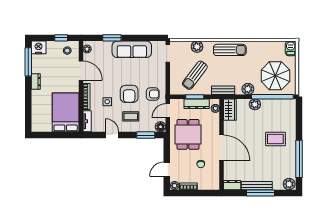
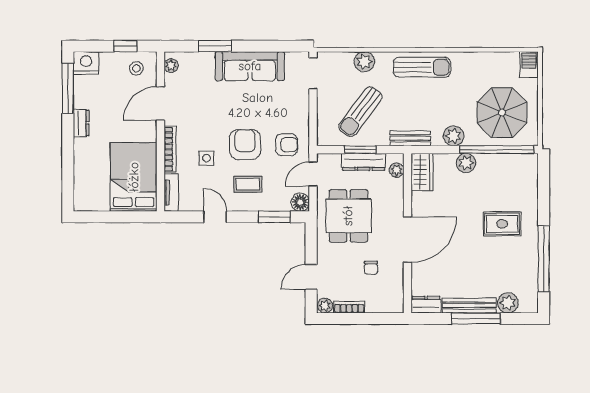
door: (81, 71) -> (160, 104), swing flipped
armchair: (129, 94) -> (245, 145), turned 180
door: (222, 148) -> (407, 240), hinge flipped
plant: (289, 184) -> (508, 303), moved

